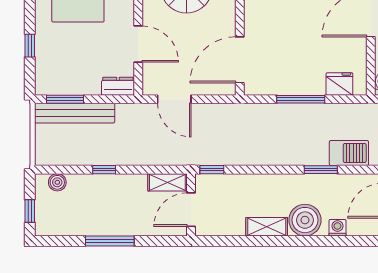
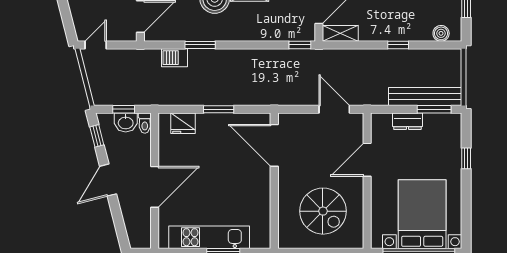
door: (138, 44) -> (367, 160), hinge flipped
door: (240, 60) -> (274, 145), swing flipped
dresser: (118, 86) -> (407, 121), moved
window: (301, 99) -> (219, 109), width x0.69
barbecue: (349, 153) -> (174, 58), width x0.73, depth x0.79

